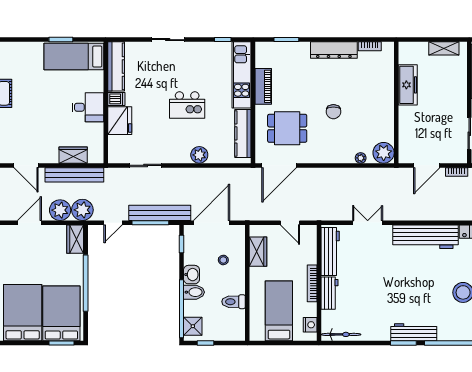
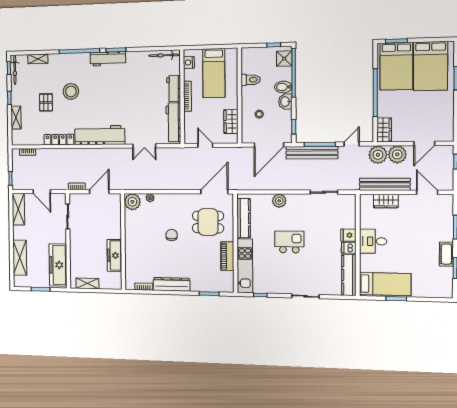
fridge: (120, 121) -> (348, 235), width x0.53, depth x0.75

